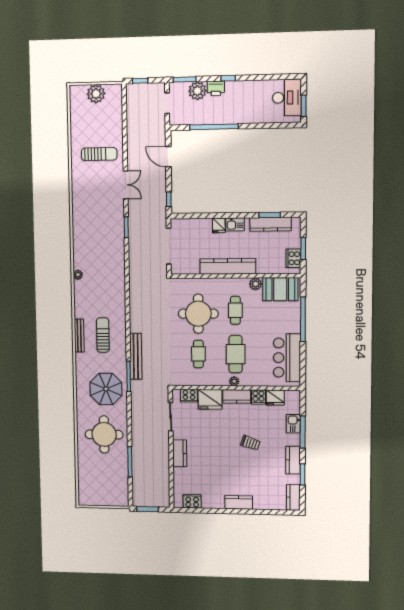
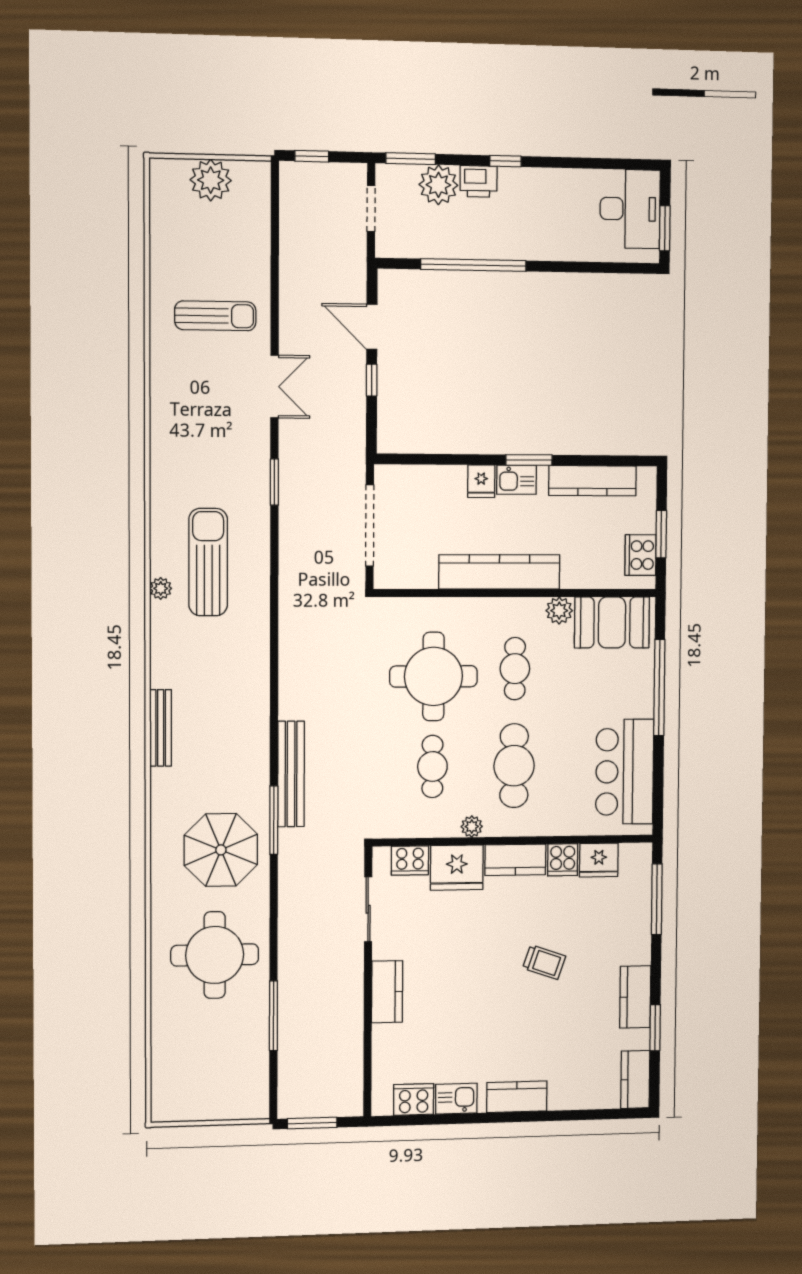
window: (169, 199) -> (372, 380), moved
window: (270, 215) -> (529, 460), moved
sun lounger: (103, 335) -> (208, 562), moved, width x1.36, depth x1.34
plant: (234, 381) -> (472, 827), moved
kitchen sink: (293, 424) -> (456, 1099), moved, turned 90
window: (303, 432) -> (657, 899), moved

